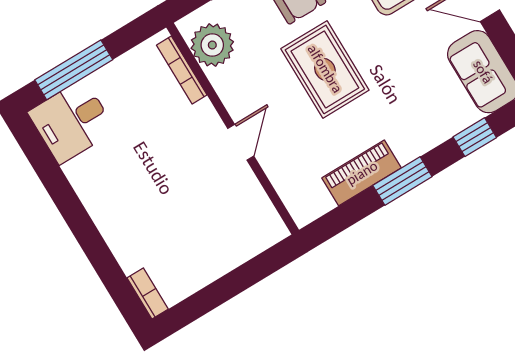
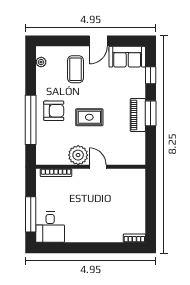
plant: (212, 45) -> (78, 155), moved
rug: (325, 69) -> (89, 117), width x0.73, depth x0.70
piano: (362, 173) -> (138, 115), moved

